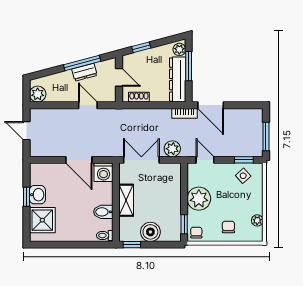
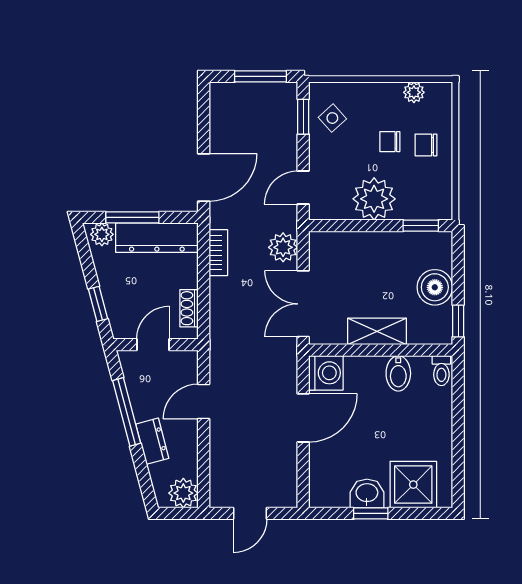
dresser: (84, 72) -> (152, 441), moved
bookcase: (185, 113) -> (218, 253), moved
chair: (196, 233) -> (390, 142), moved

